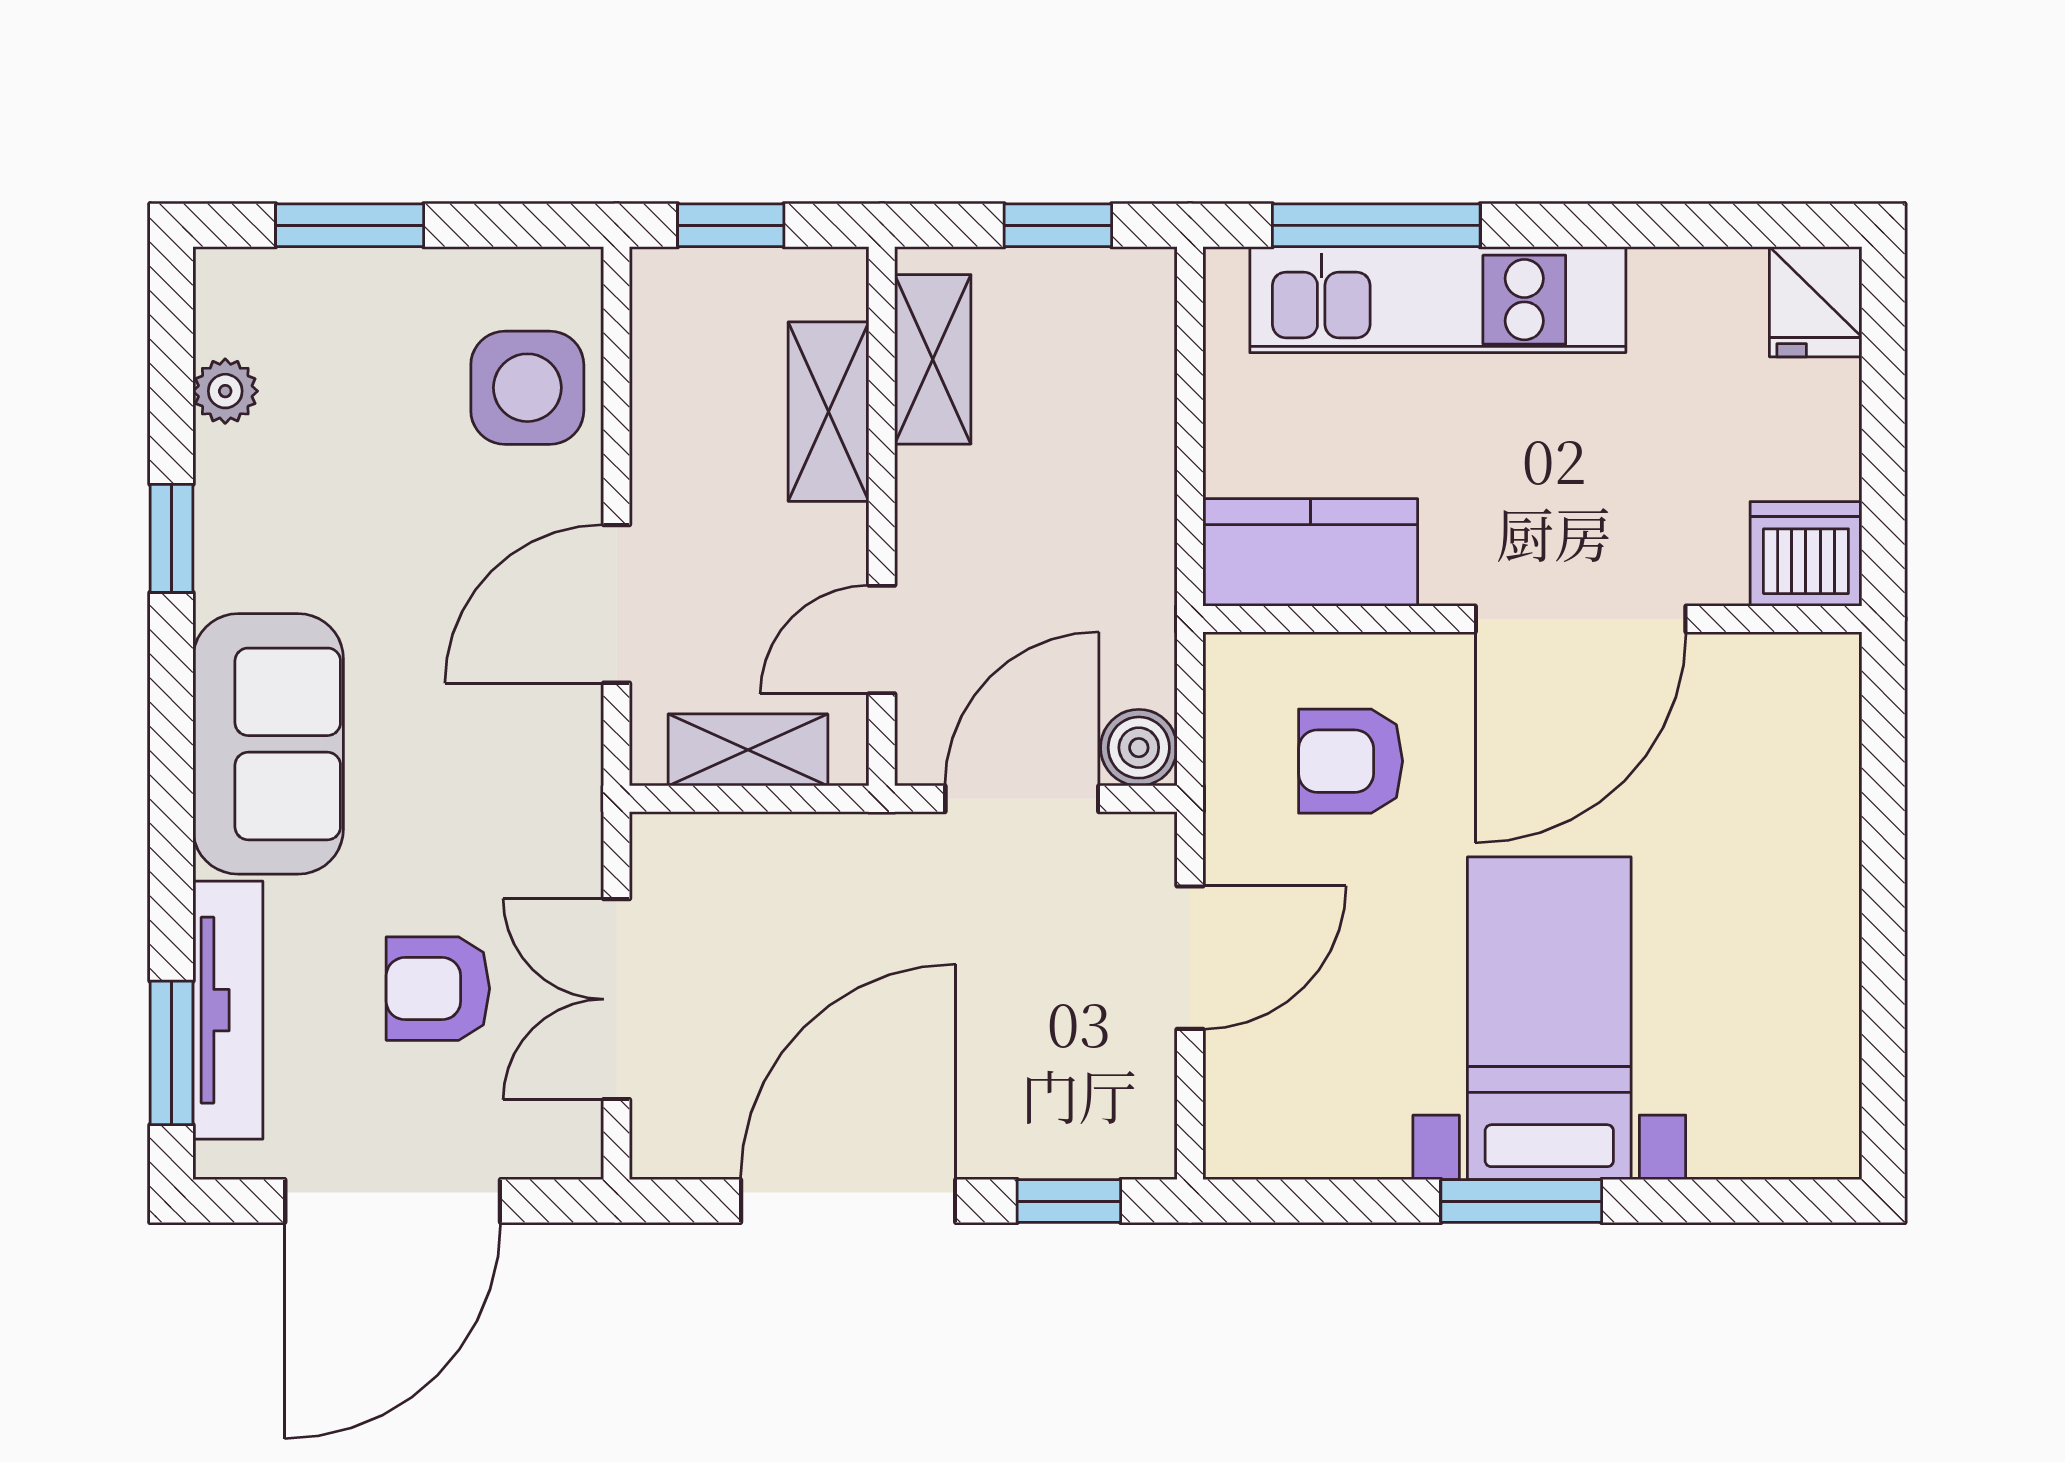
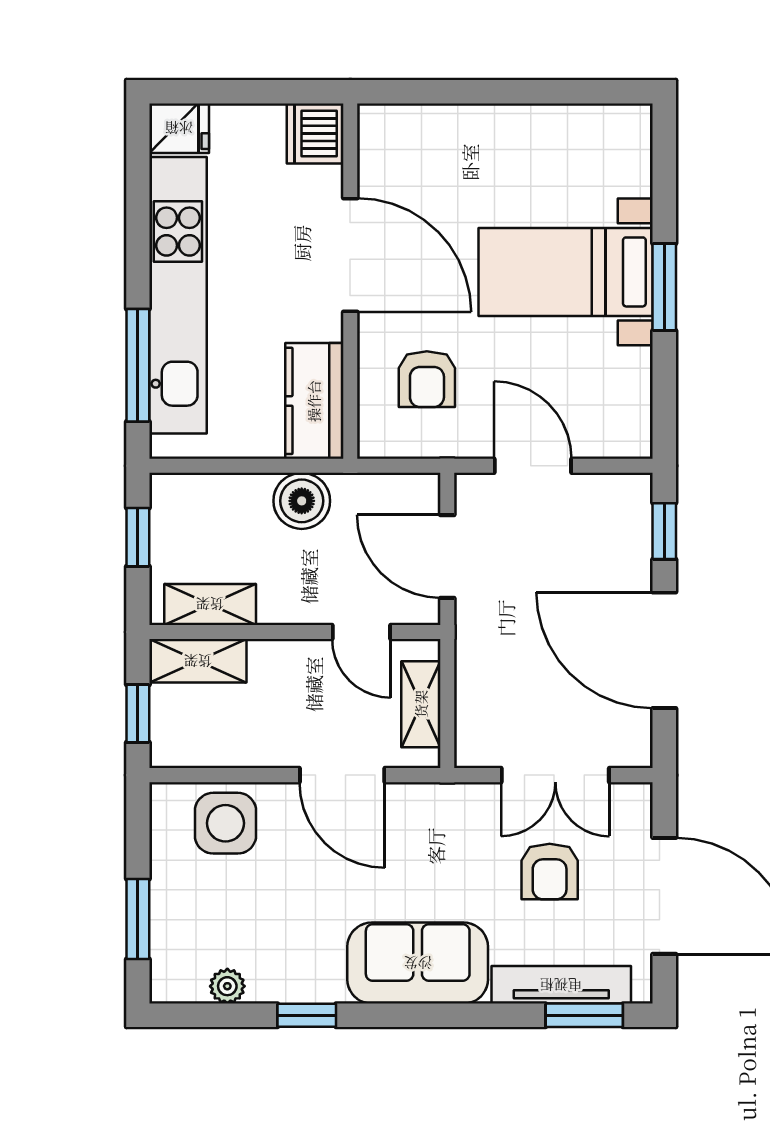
kitchen unit: (1438, 300) -> (178, 295), width x1.36
shelving: (829, 412) -> (198, 661), moved
boiler: (1139, 748) -> (302, 501), moved, width x1.36, depth x1.36

